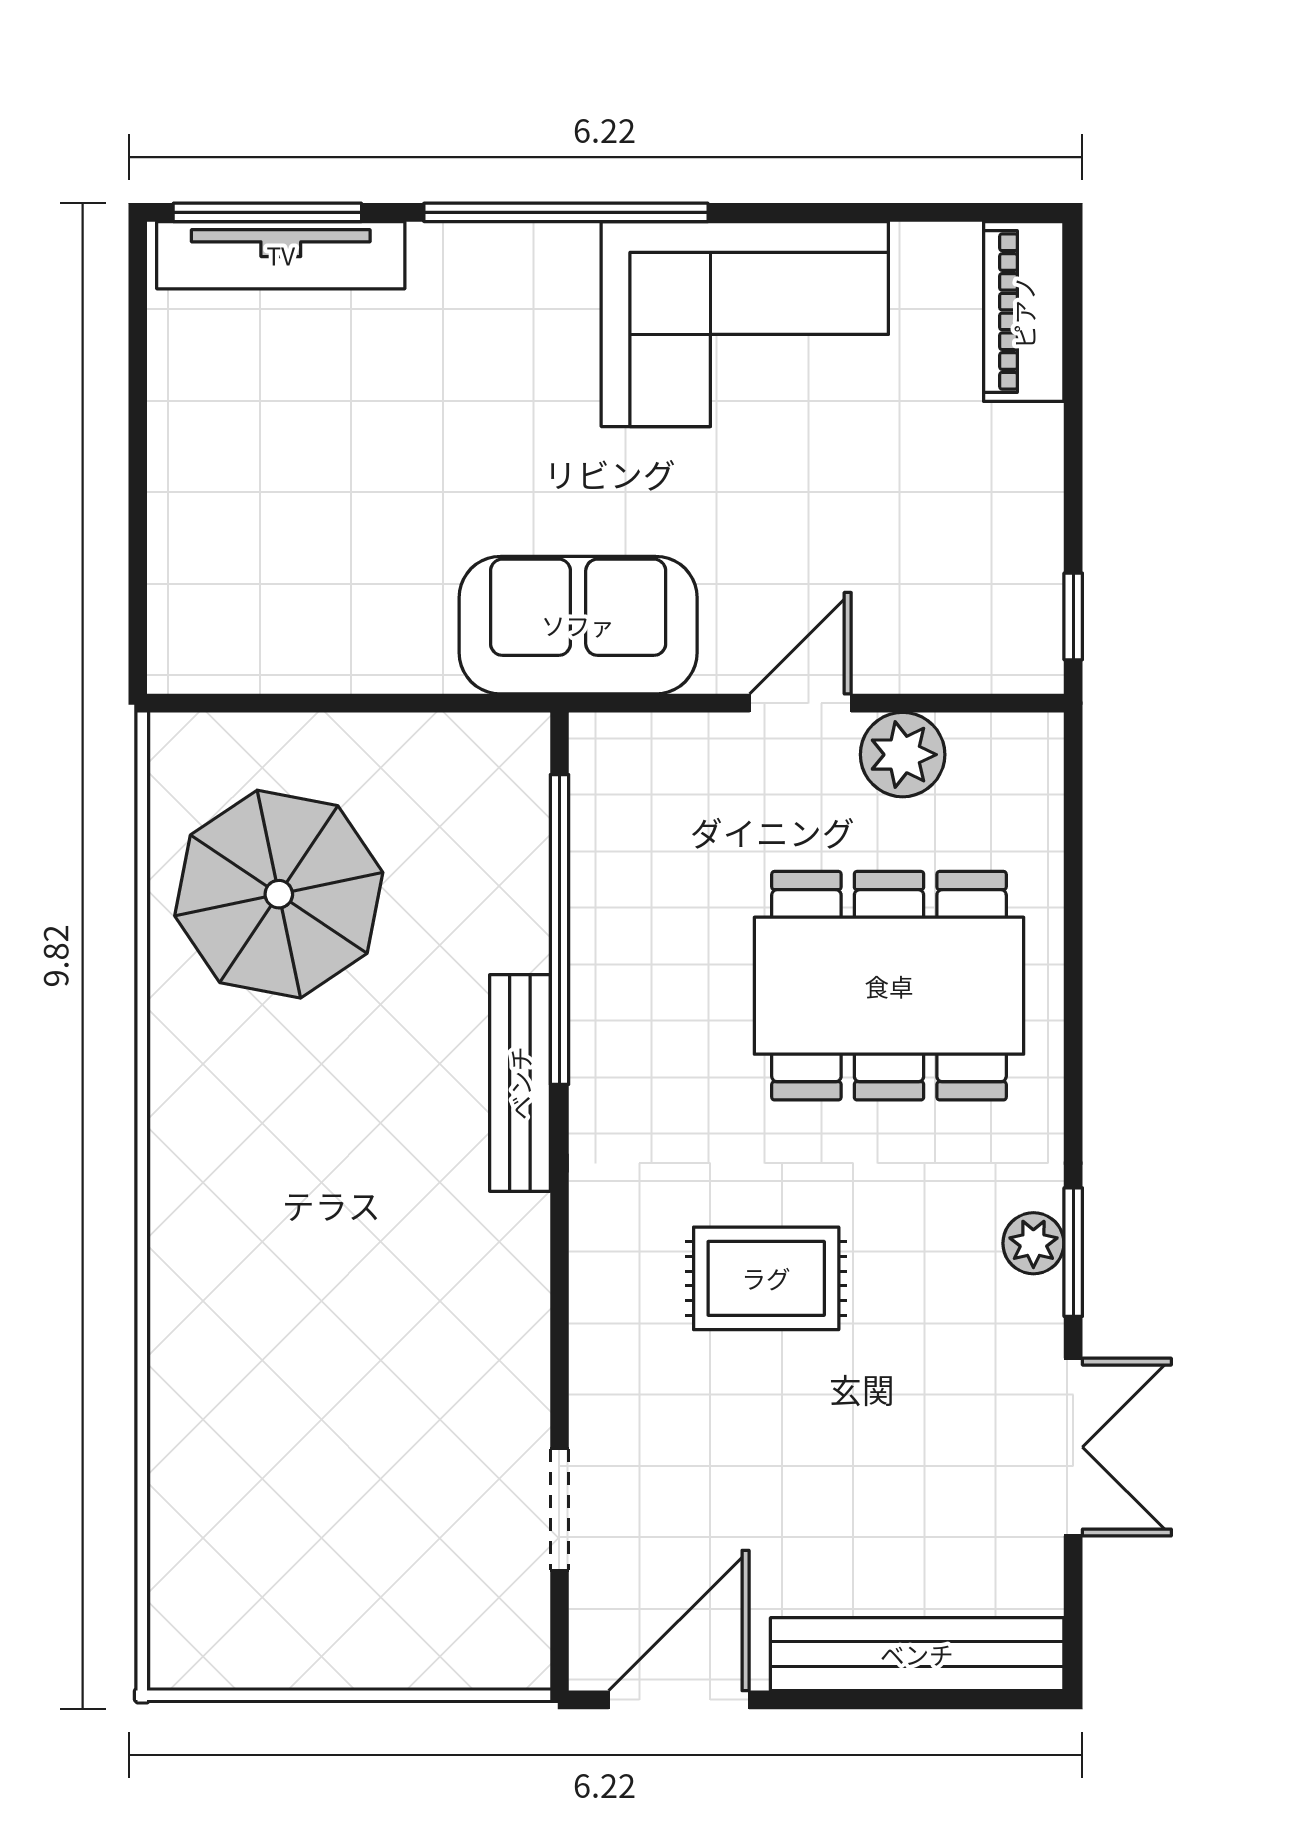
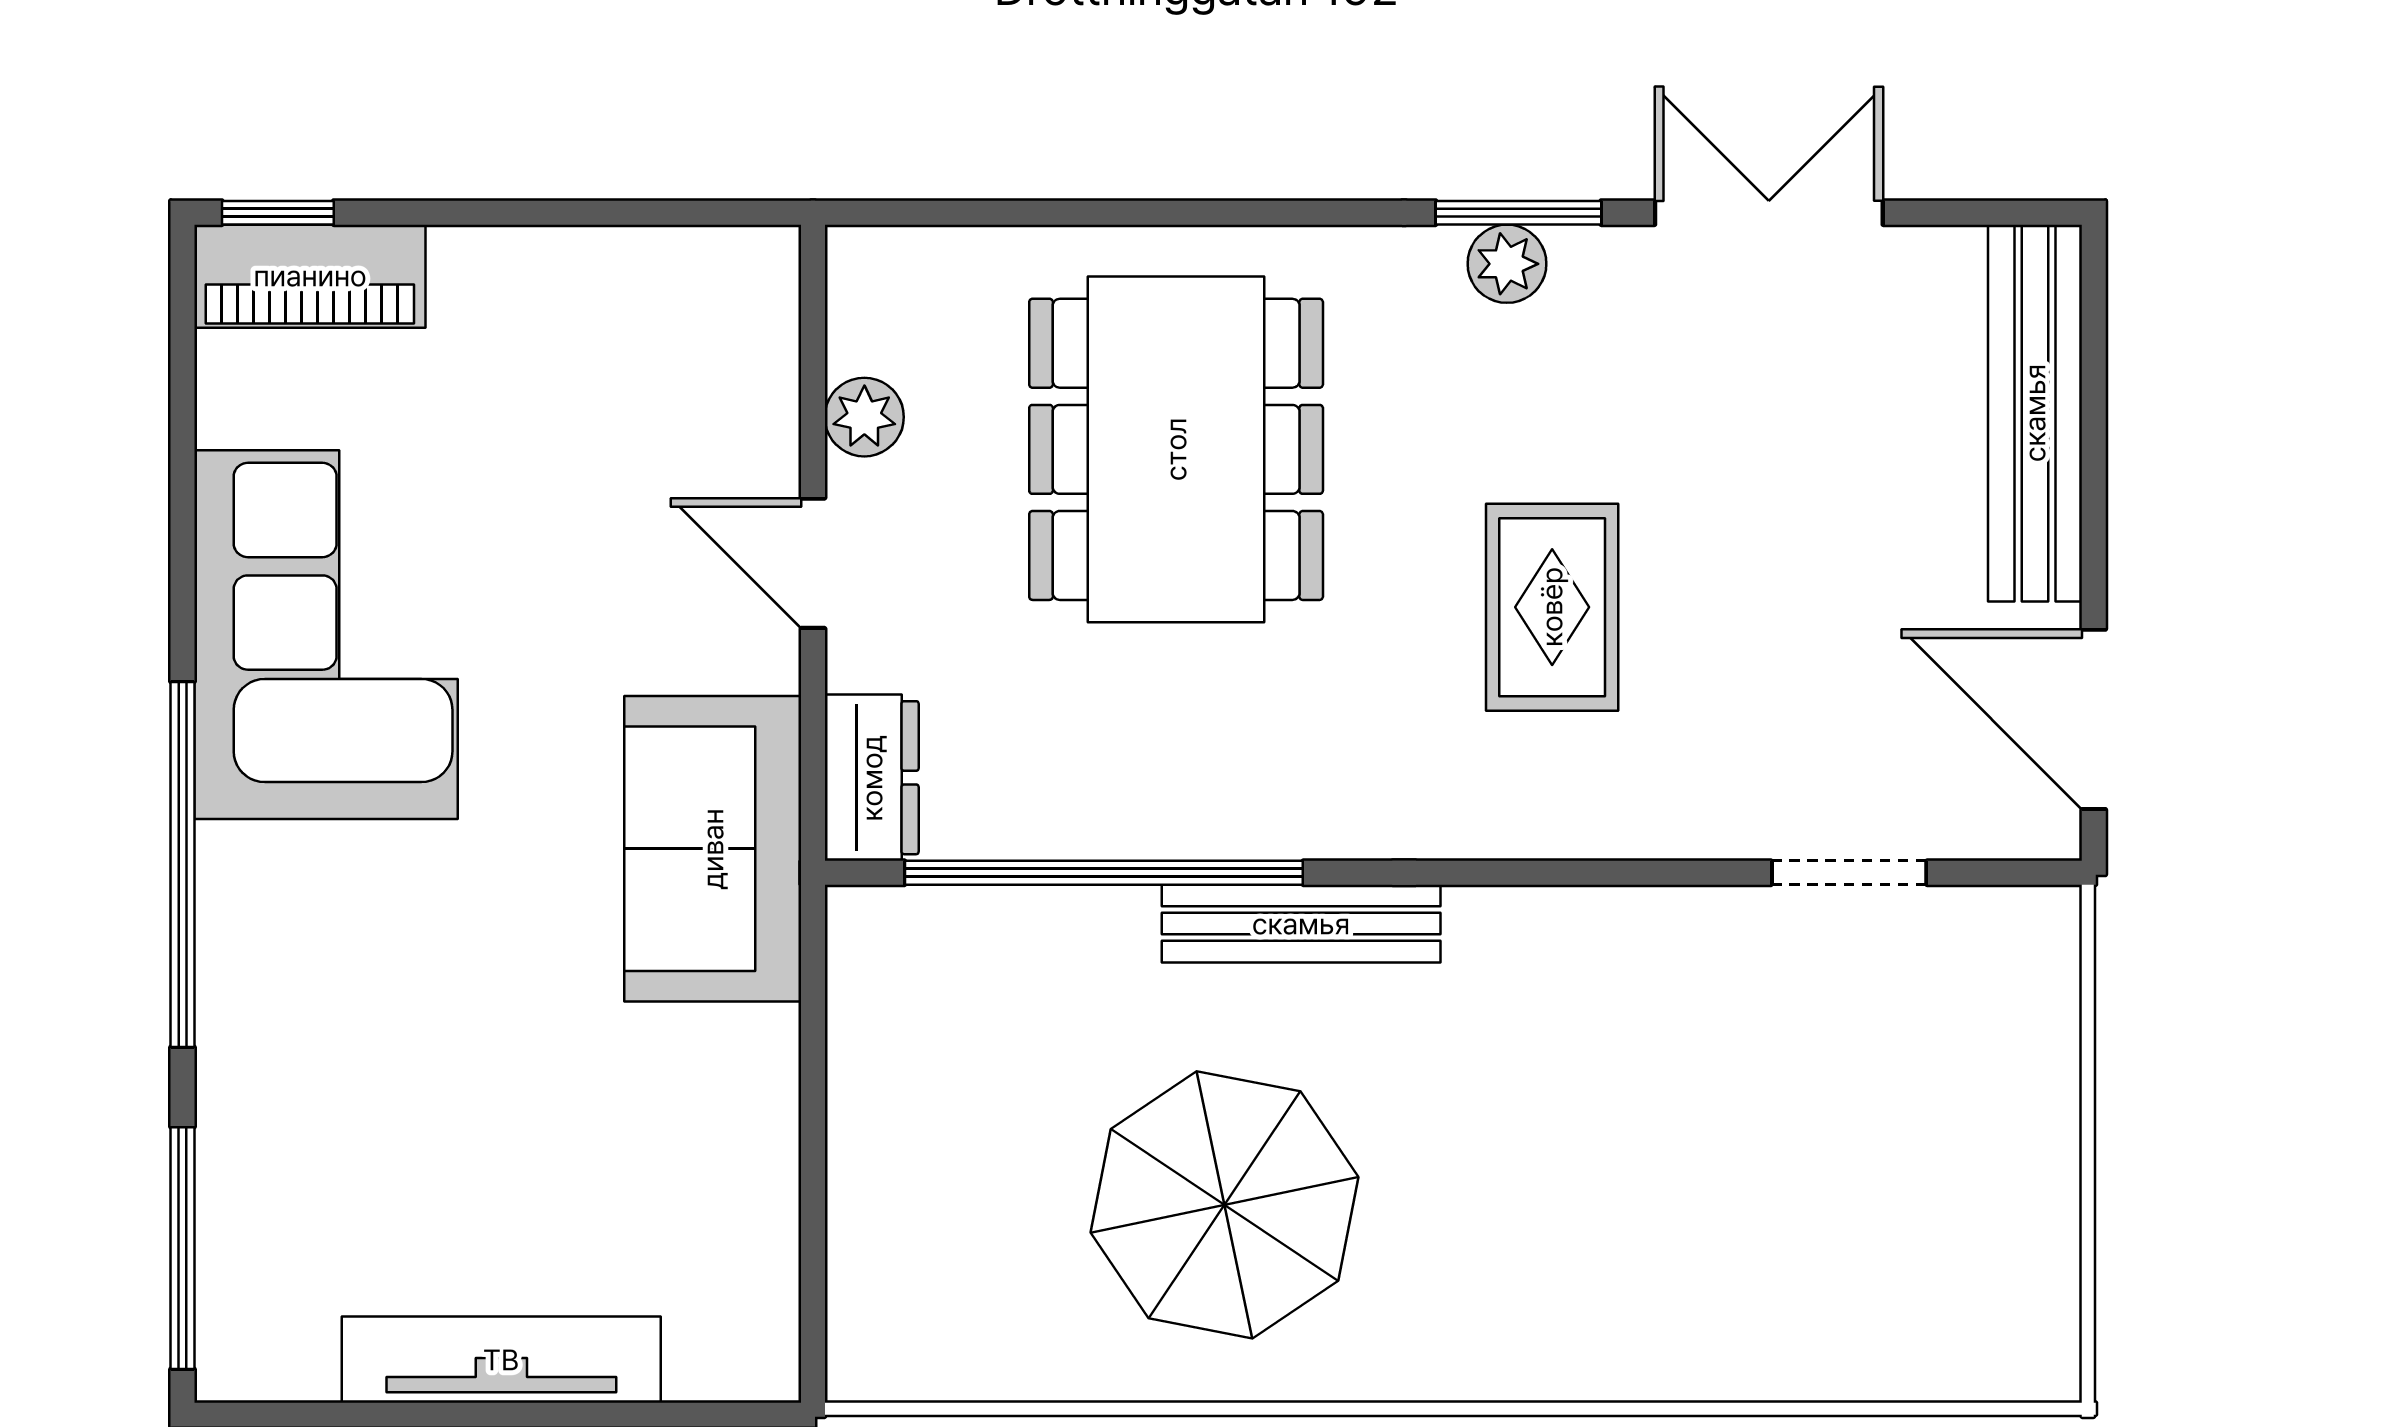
tv unit: (281, 255) -> (501, 1360), moved, turned -90
window: (1073, 616) -> (278, 213), moved
dresser: (633, 749) -> (872, 778), added
plant: (903, 755) -> (864, 417), width x0.73, depth x0.73
parasol: (279, 894) -> (1224, 1205), moved

